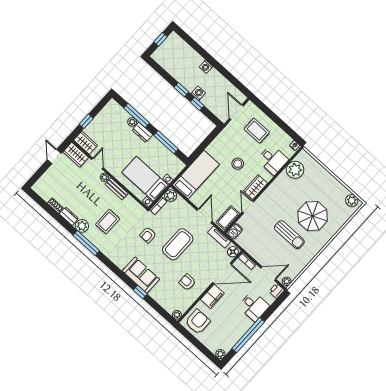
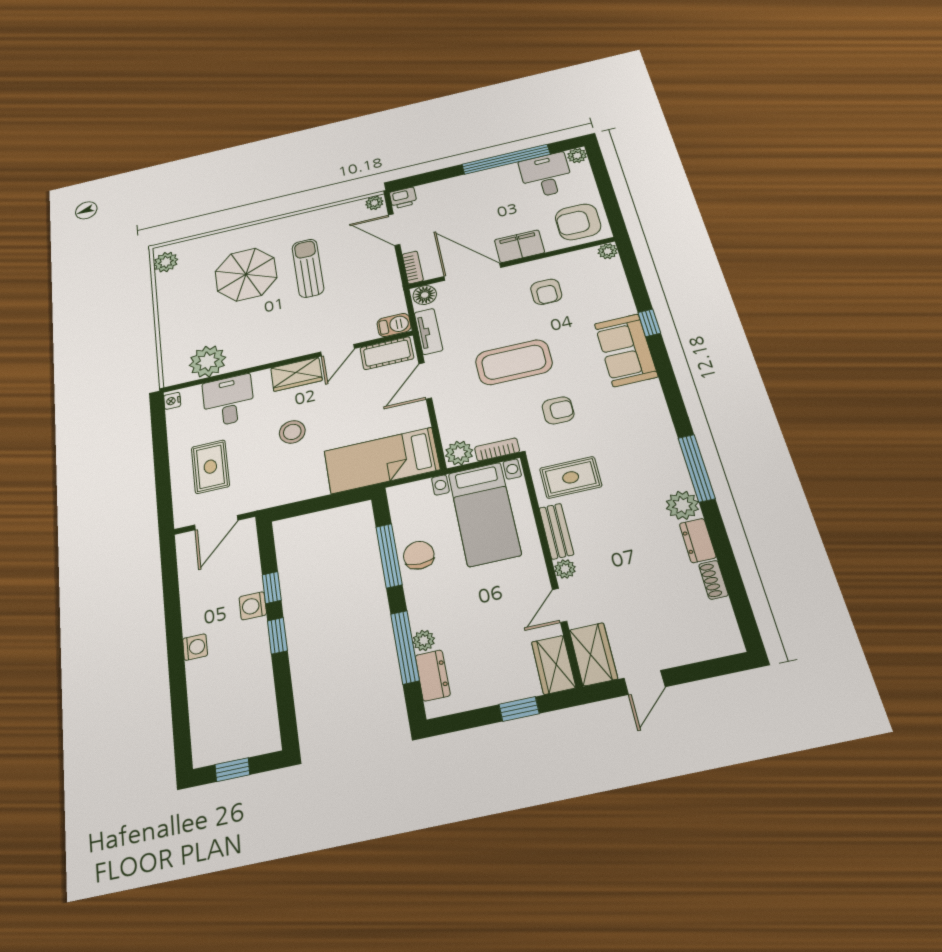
dresser: (142, 132) -> (433, 675), moved
chair: (156, 149) -> (419, 555), added
rug: (108, 222) -> (571, 477), moved
desk: (254, 306) -> (546, 175), moved

